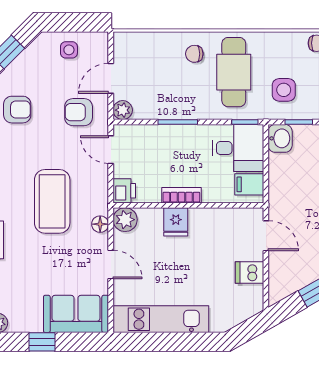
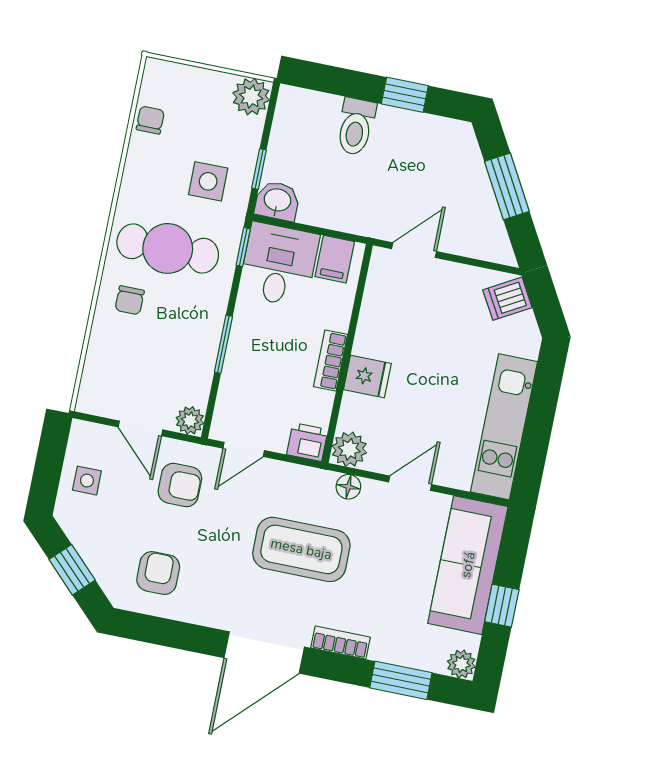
armchair: (79, 112) -> (180, 485), turned -90
dishwasher: (250, 273) -> (507, 299), moved, turned 60
sofa: (76, 314) -> (468, 565), width x1.36

